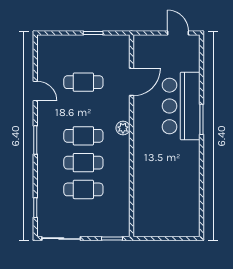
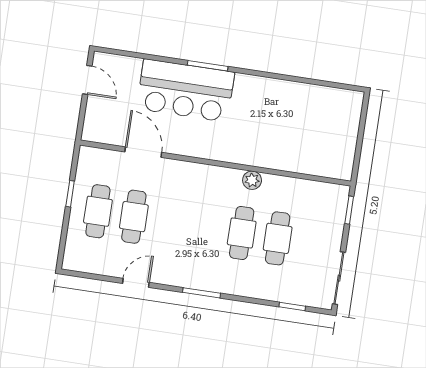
door: (178, 33) -> (87, 80), swing flipped
plant: (123, 128) -> (252, 180), moved
cafe table: (83, 136) -> (98, 211), moved

